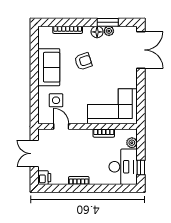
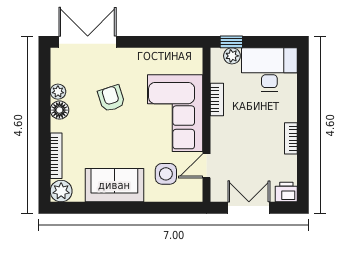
window: (108, 22) -> (44, 93), removed
plant: (45, 33) -> (61, 191), added
armchair: (83, 61) -> (111, 98), moved
corner sofa: (112, 106) -> (175, 113), moved
double door: (34, 154) -> (249, 208), swing flipped
window: (141, 167) -> (231, 42), moved

